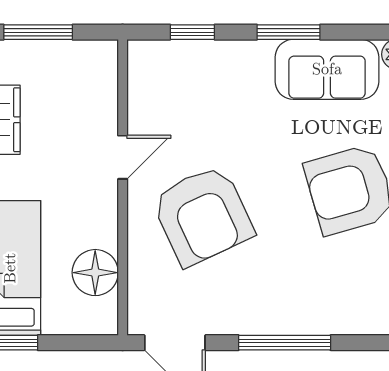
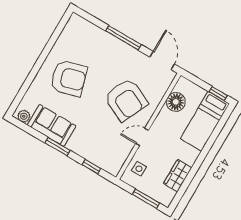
side table: (90, 86) -> (139, 169), added
armchair: (203, 215) -> (126, 100), turned 140

